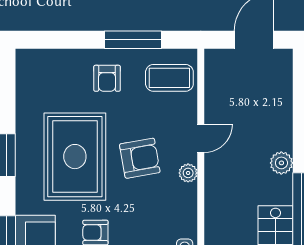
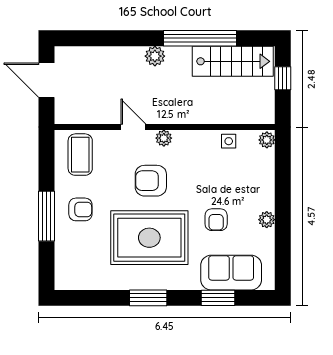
window: (133, 40) -> (47, 216), moved
armchair: (140, 158) -> (151, 181), turned -80

